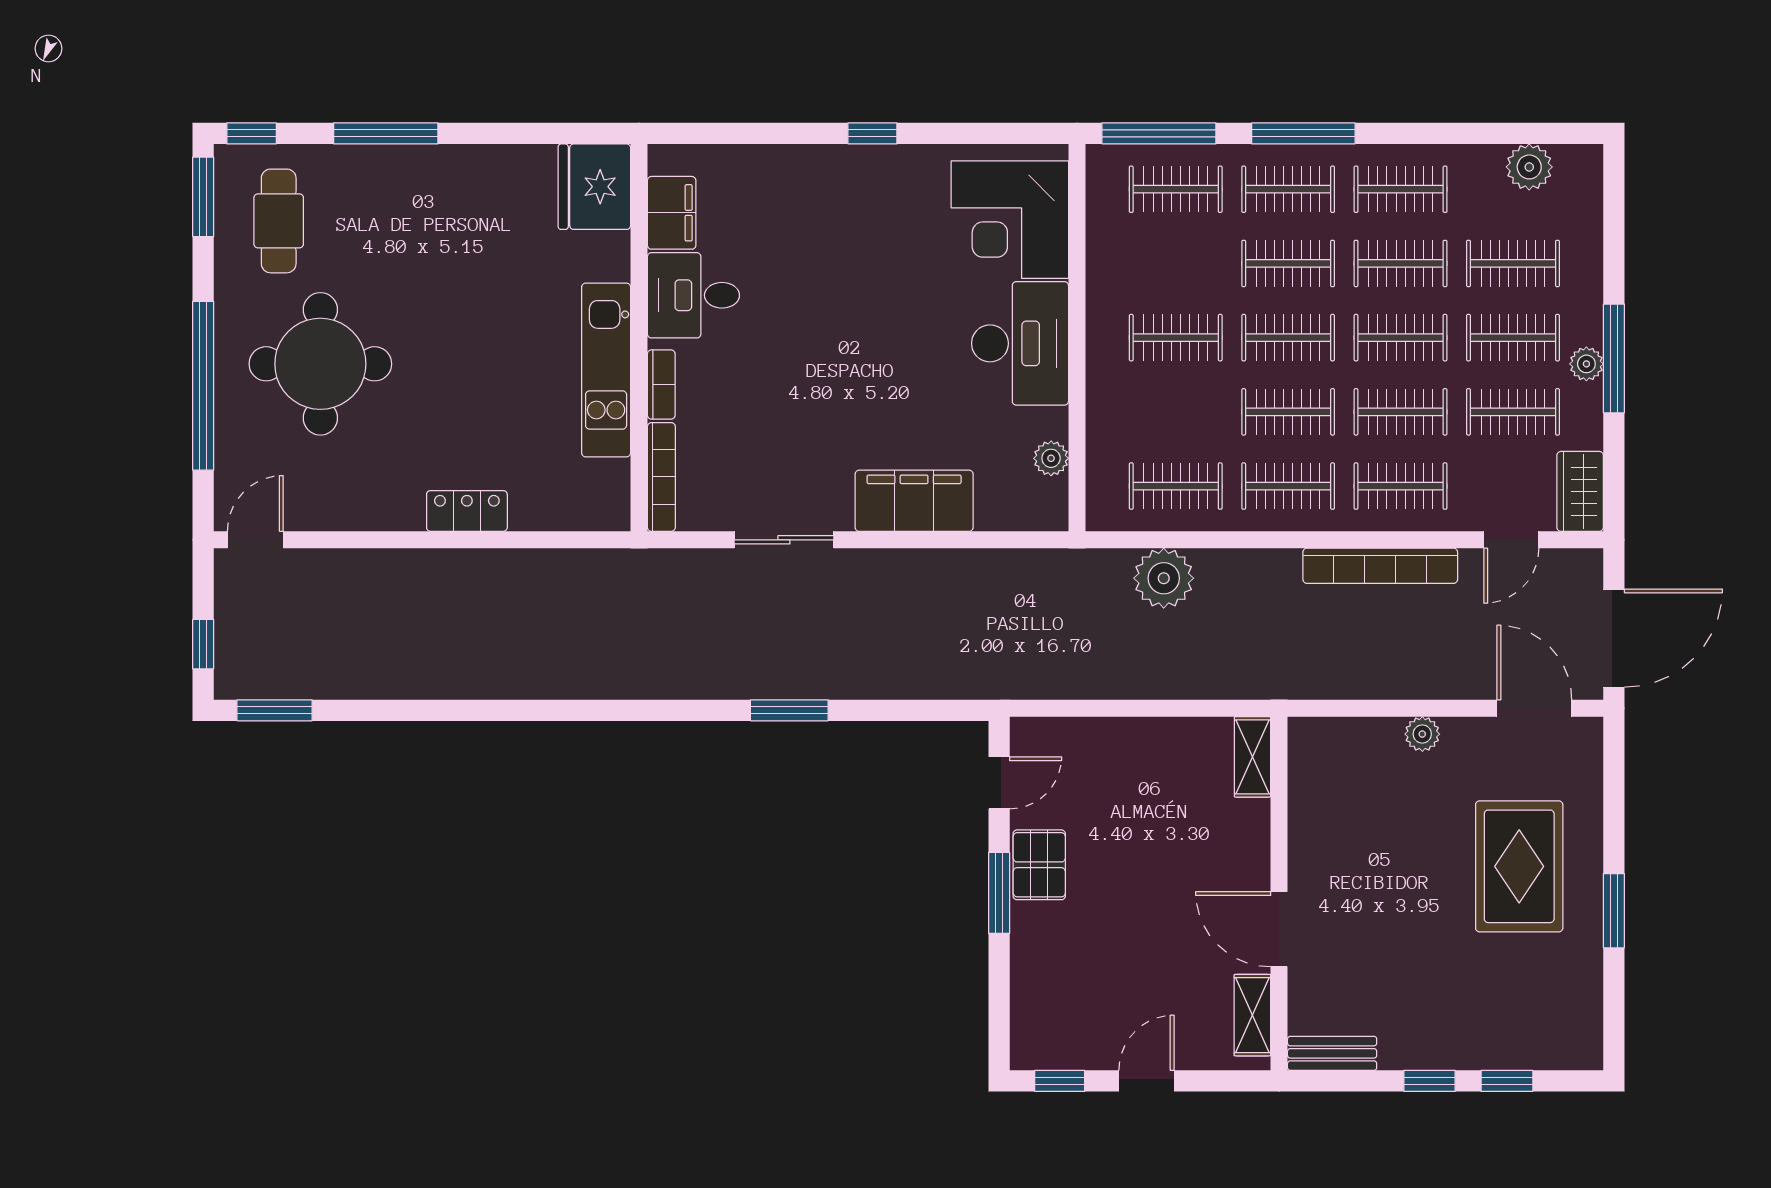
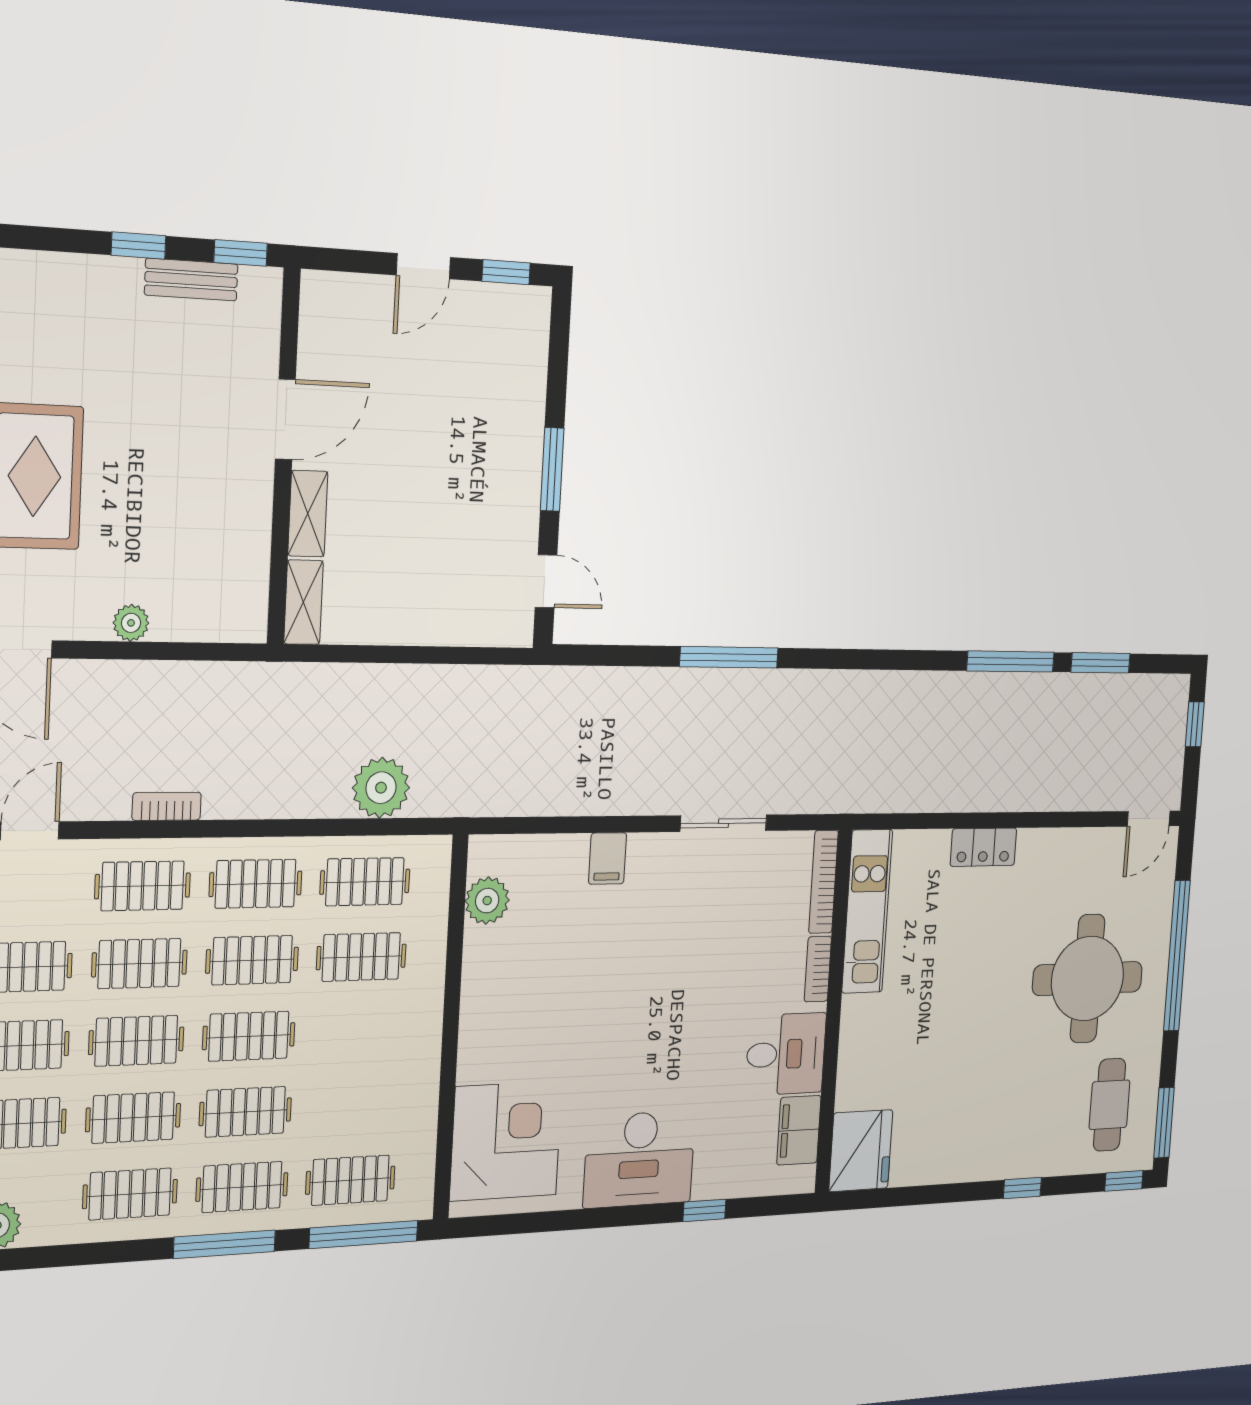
window: (386, 133) -> (1022, 1188), width x0.46
window: (872, 133) -> (704, 1210), moved
clothes rail: (1176, 338) -> (361, 957), moved
desk: (1020, 343) -> (639, 1159), moved, turned -90
kitchen unit: (606, 370) -> (867, 911), moved
plant: (1051, 458) -> (487, 901), width x1.38, depth x1.38
filing cabinet: (914, 501) -> (608, 858), width x0.33, depth x0.86
bookcase: (1380, 566) -> (167, 806), width x0.43, depth x0.76
window: (275, 710) -> (1101, 663), moved
window: (449, 710) -> (1011, 662), added
window: (789, 710) -> (729, 657), width x1.44
door: (999, 783) -> (546, 581), swing flipped
pallet: (1039, 865) -> (513, 497), removed
door: (1279, 929) -> (285, 419), hinge flipped
shelving: (1252, 1015) -> (308, 514), moved
bench: (1332, 1053) -> (191, 280), moved
window: (1507, 1081) -> (241, 253), moved

